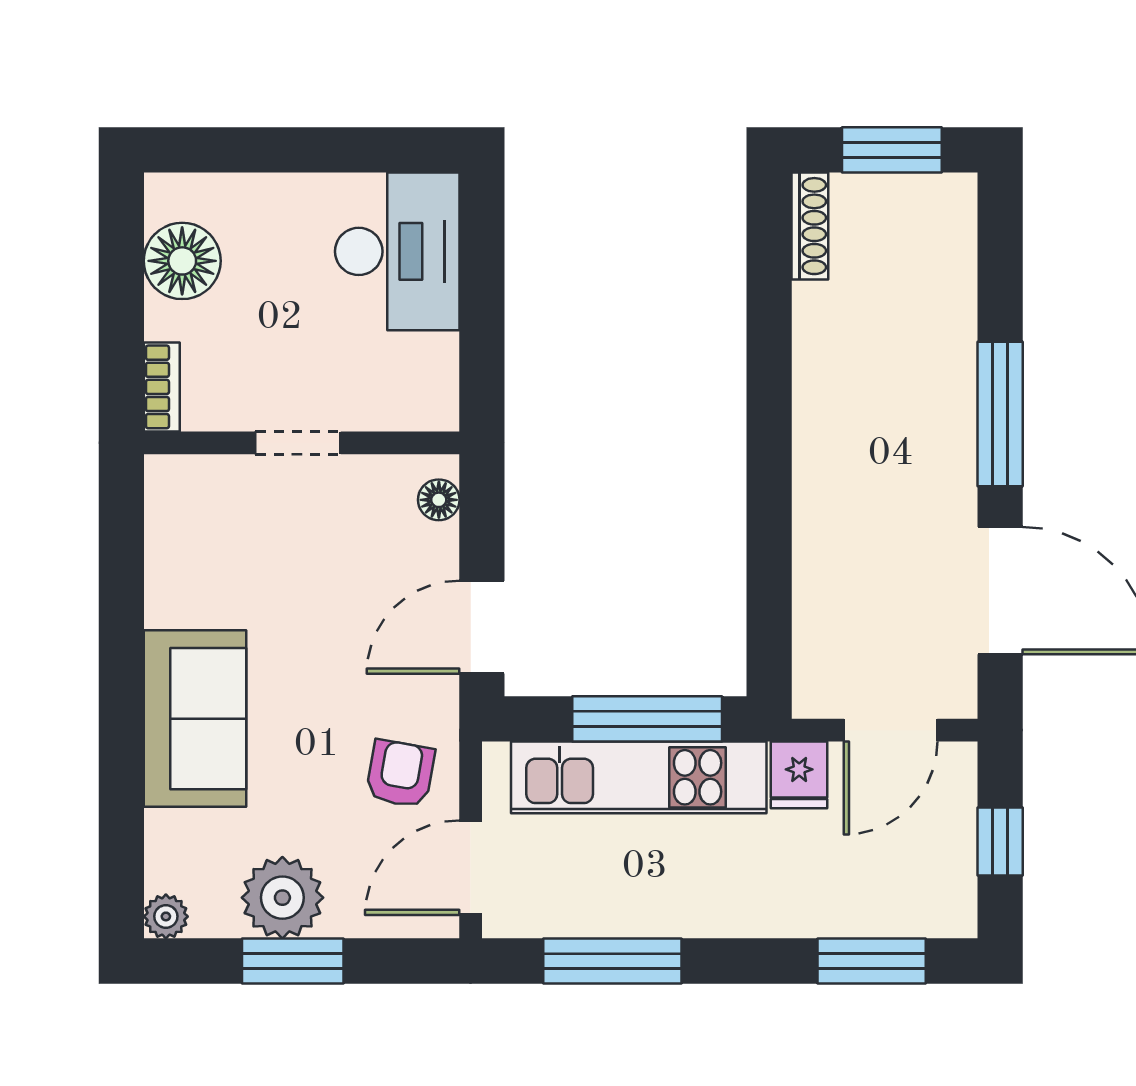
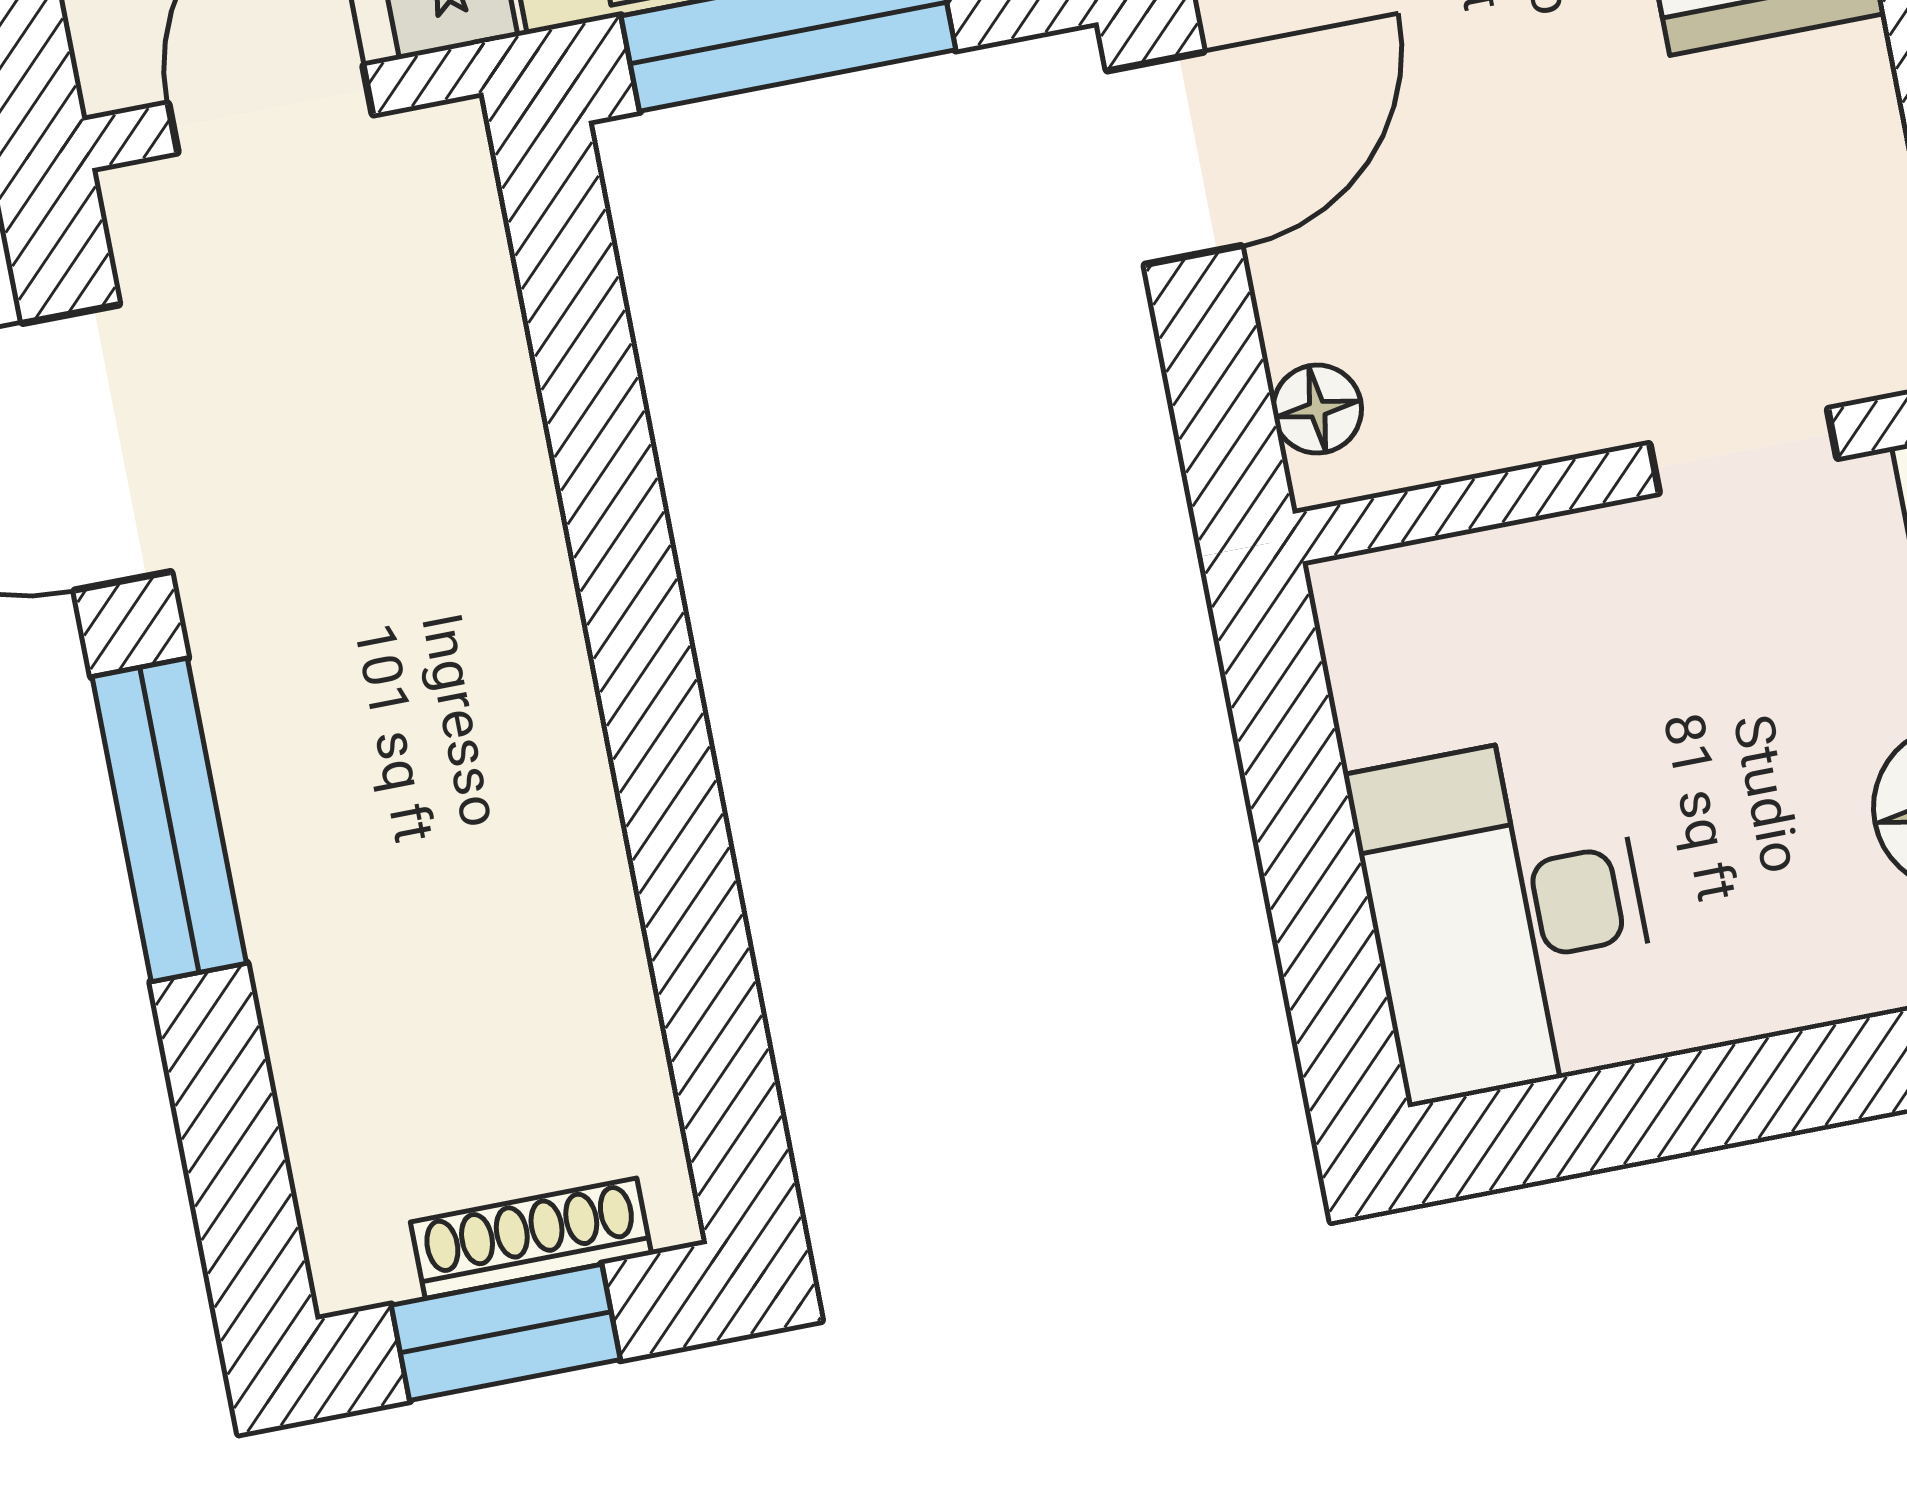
shoe rack: (810, 226) -> (531, 1238), moved, turned 90
doorway: (298, 443) -> (1743, 451), moved

